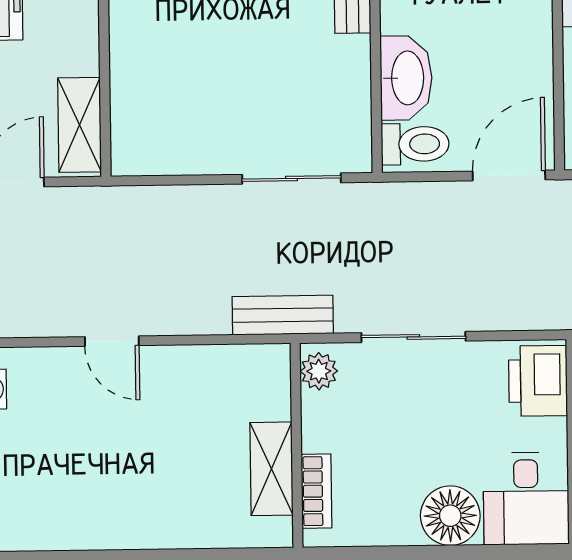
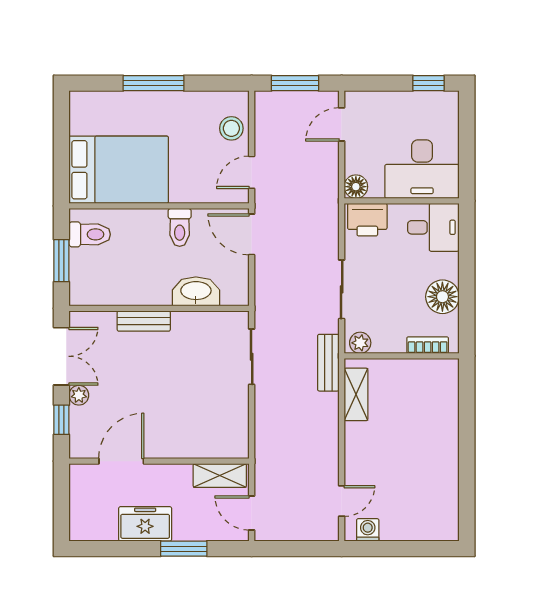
toilet: (415, 144) -> (180, 227), moved, turned 180
door: (112, 341) -> (342, 501), moved
shelving: (271, 469) -> (356, 394), moved, turned 90
floor lamp: (450, 516) -> (442, 297), moved

